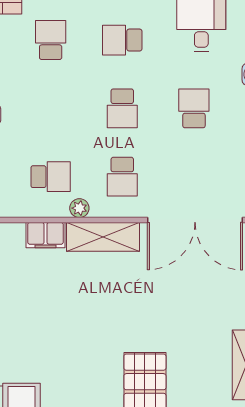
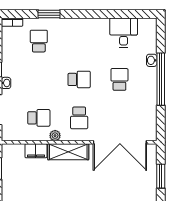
school desk: (122, 40) -> (79, 41), removed
school desk: (122, 108) -> (79, 79), turned -90

